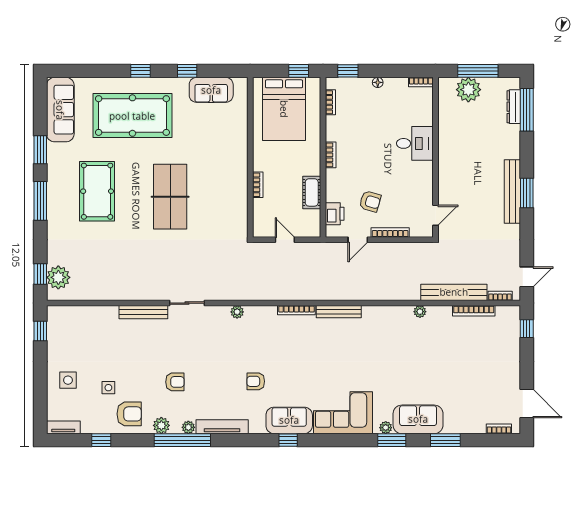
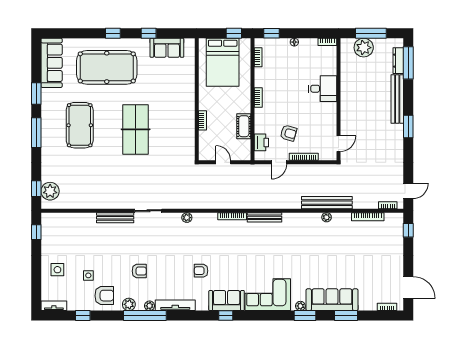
bench: (512, 191) -> (397, 99), moved
bench: (454, 292) -> (327, 203), moved
sofa: (418, 419) -> (332, 300), width x1.36

